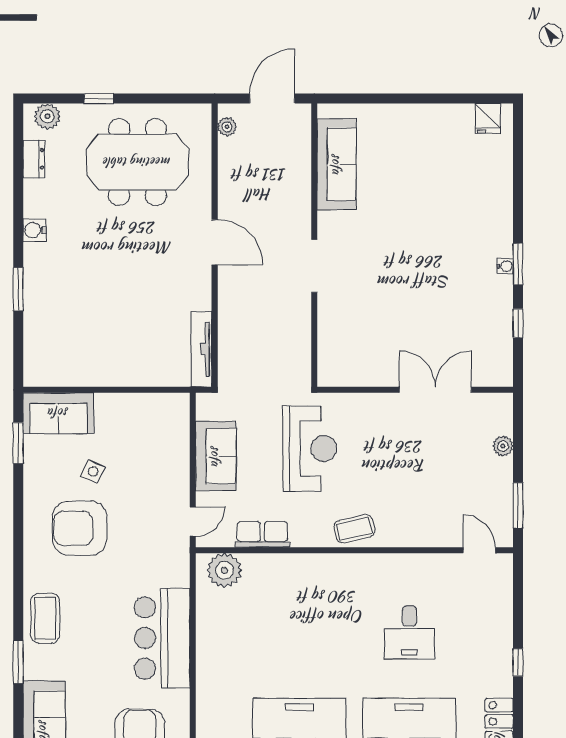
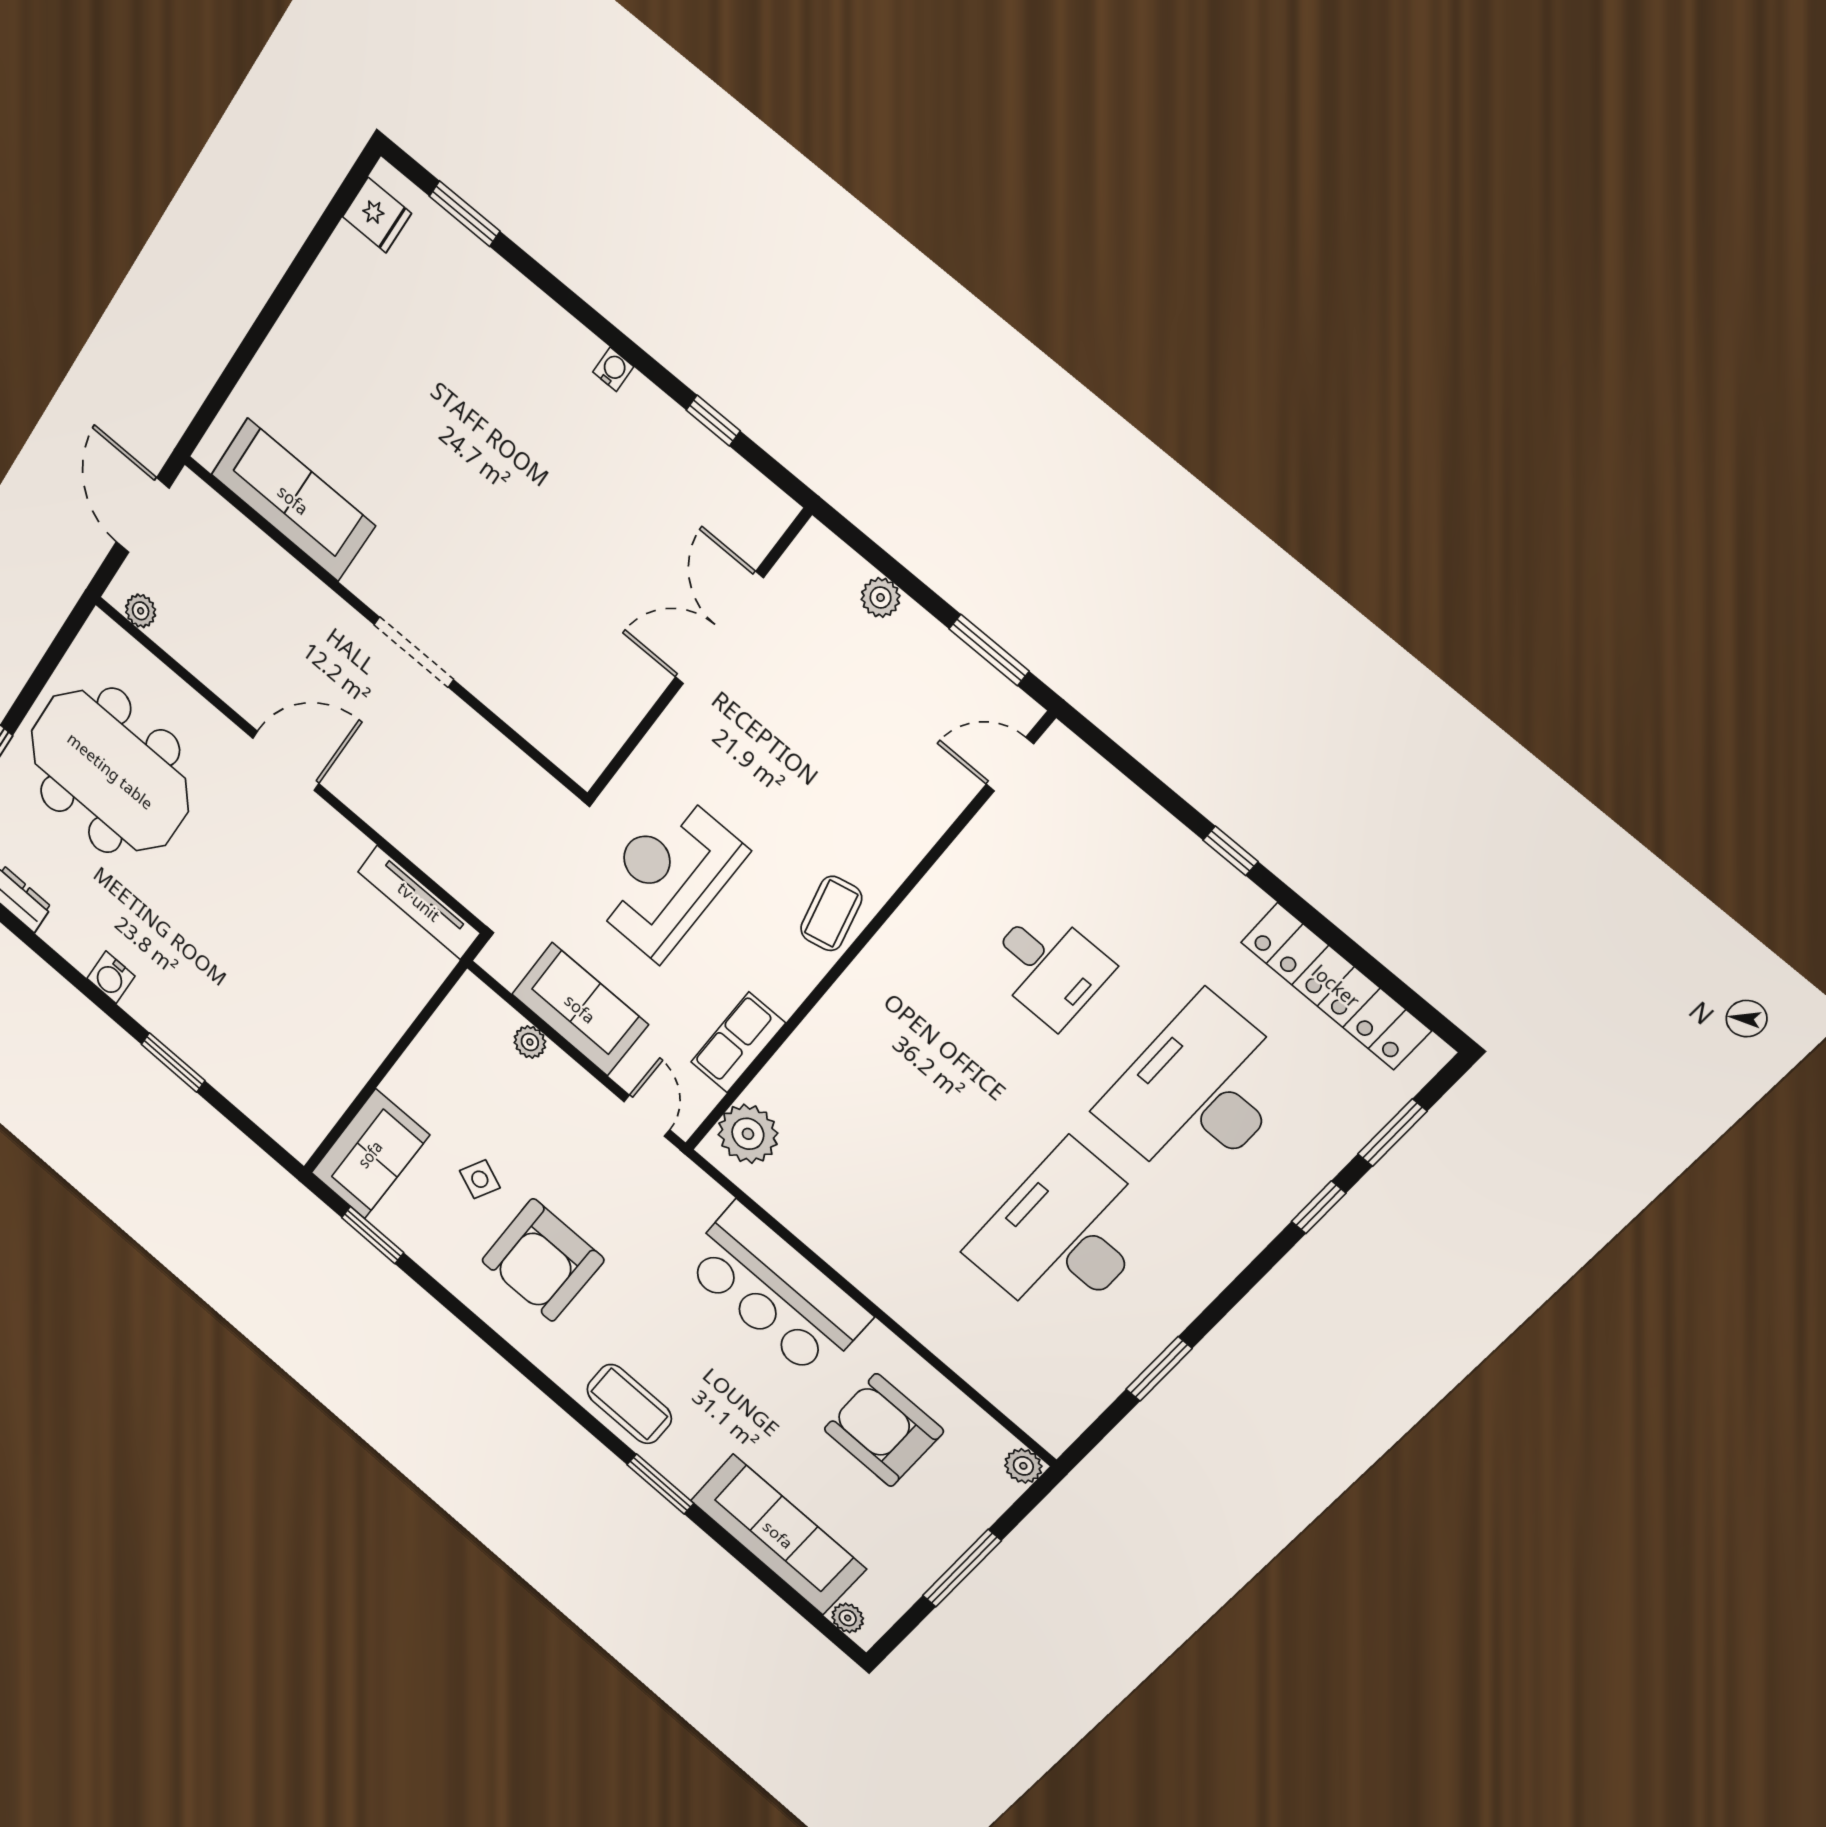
meeting table: (137, 162) -> (110, 771), turned 90
window: (518, 264) -> (465, 214), moved
plant: (180, 446) -> (530, 1042), added
reception desk: (310, 448) -> (667, 877), turned -90

